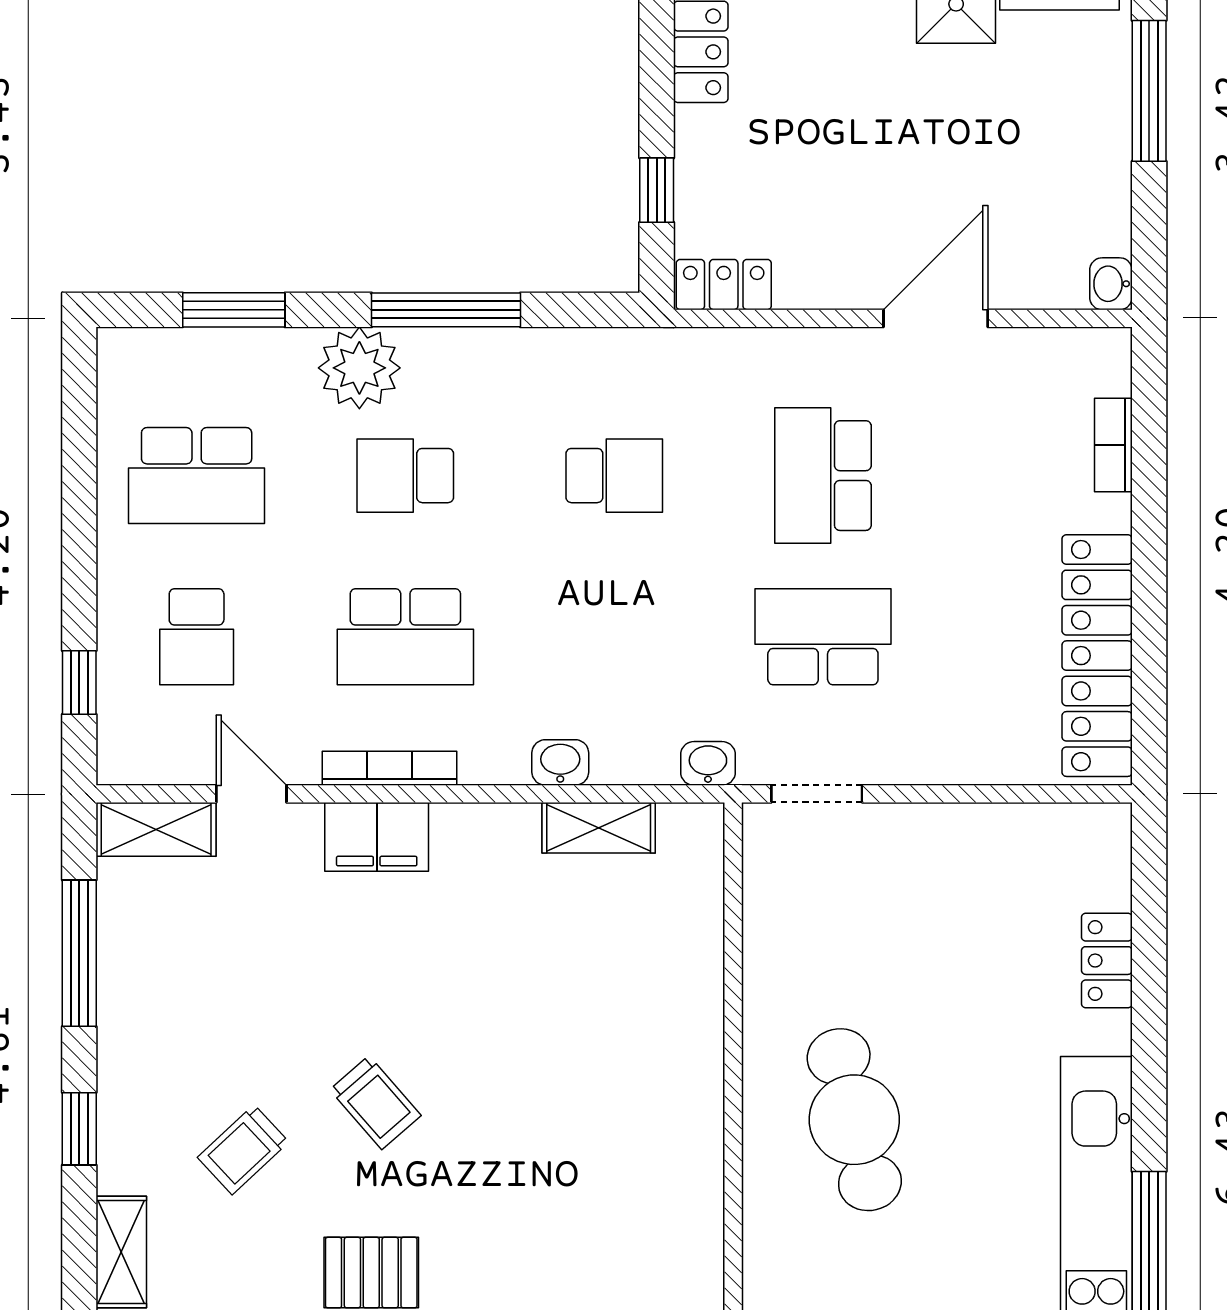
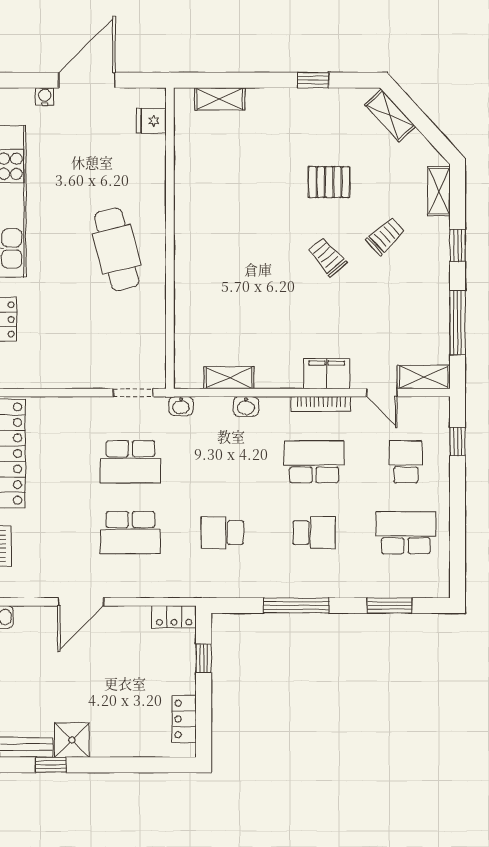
plant: (359, 368) -> (334, 580), removed
school desk: (823, 476) -> (130, 533), turned 90

